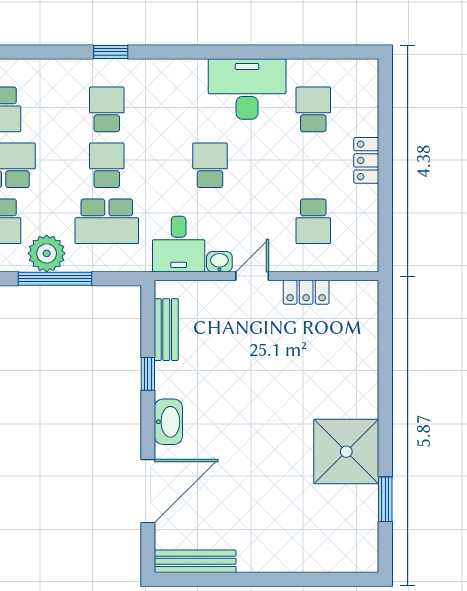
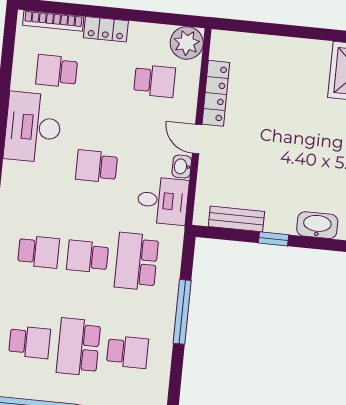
bookcase: (370, 100) -> (53, 21), added
school desk: (107, 109) -> (39, 252), turned 180
school desk: (107, 221) -> (136, 262), turned 180
plant: (47, 253) -> (187, 43), moved
locker: (306, 292) -> (216, 93), width x1.53

